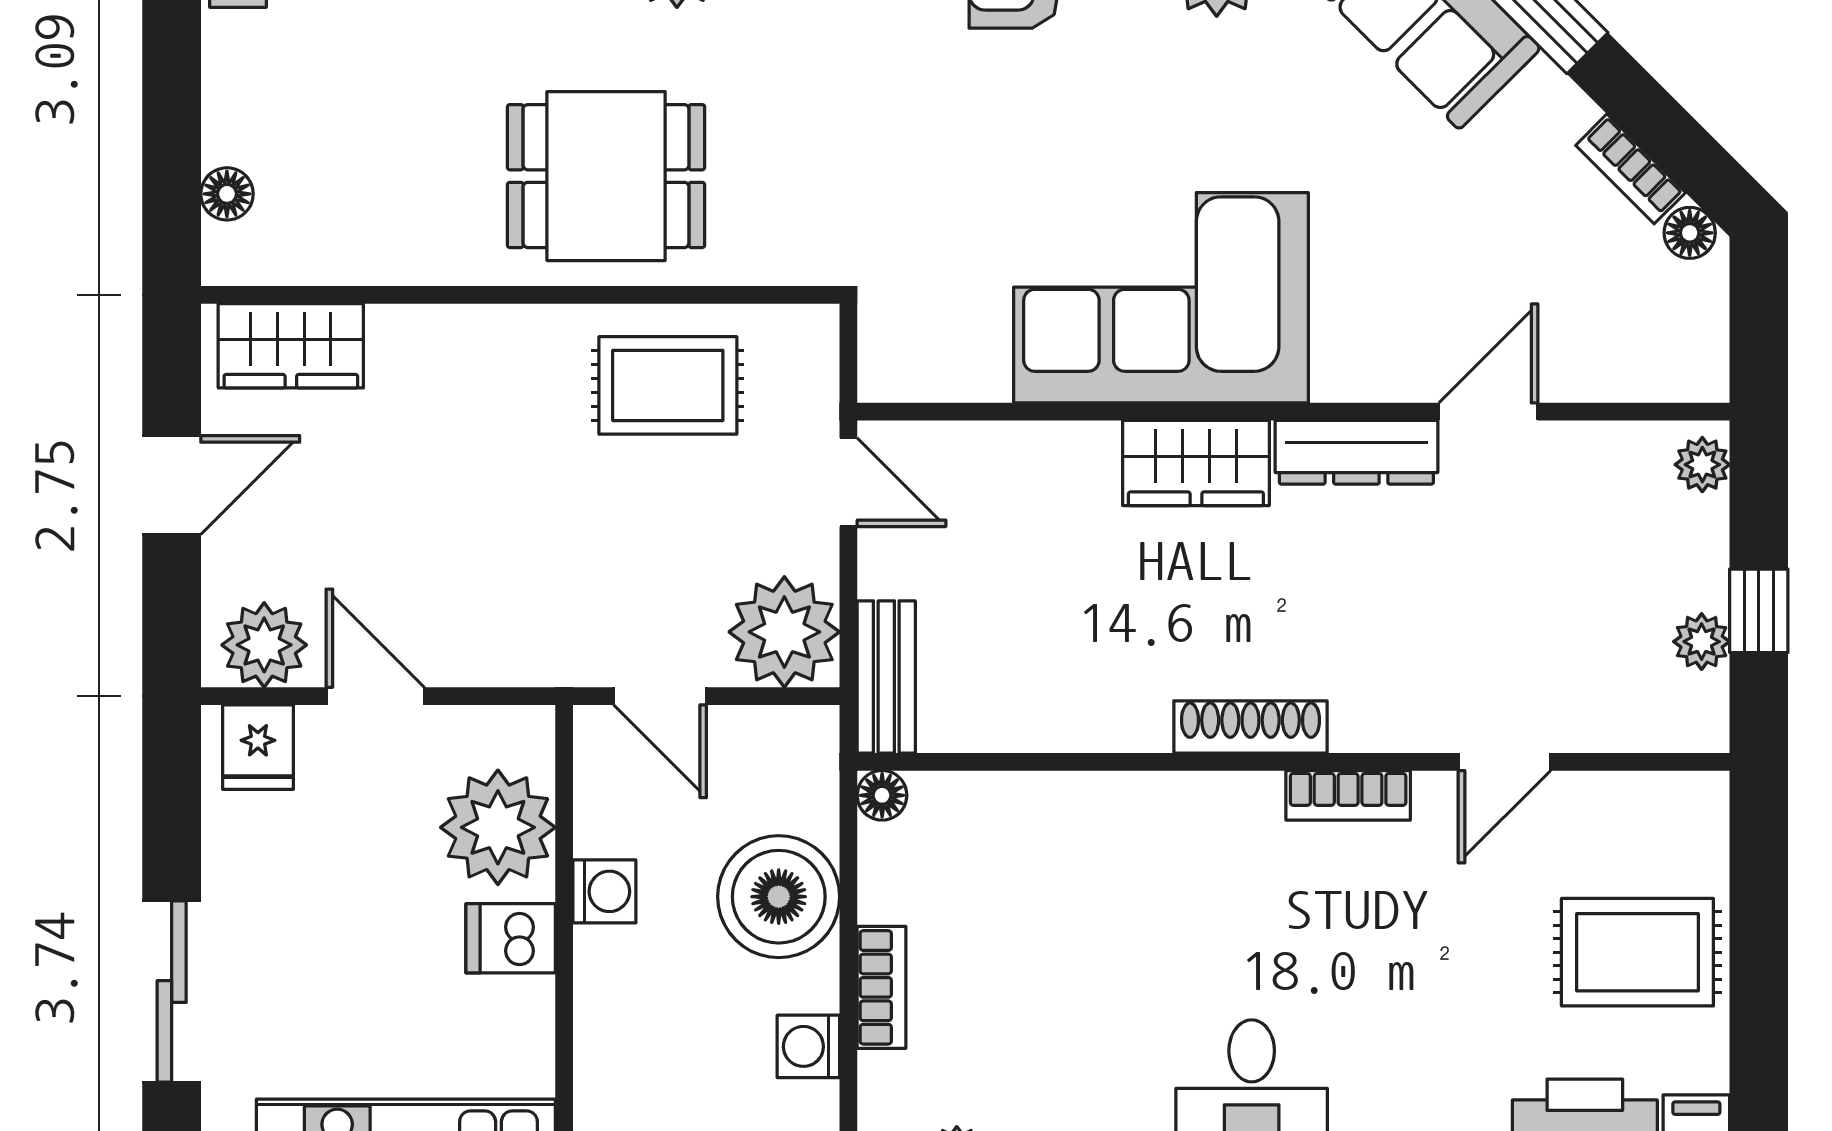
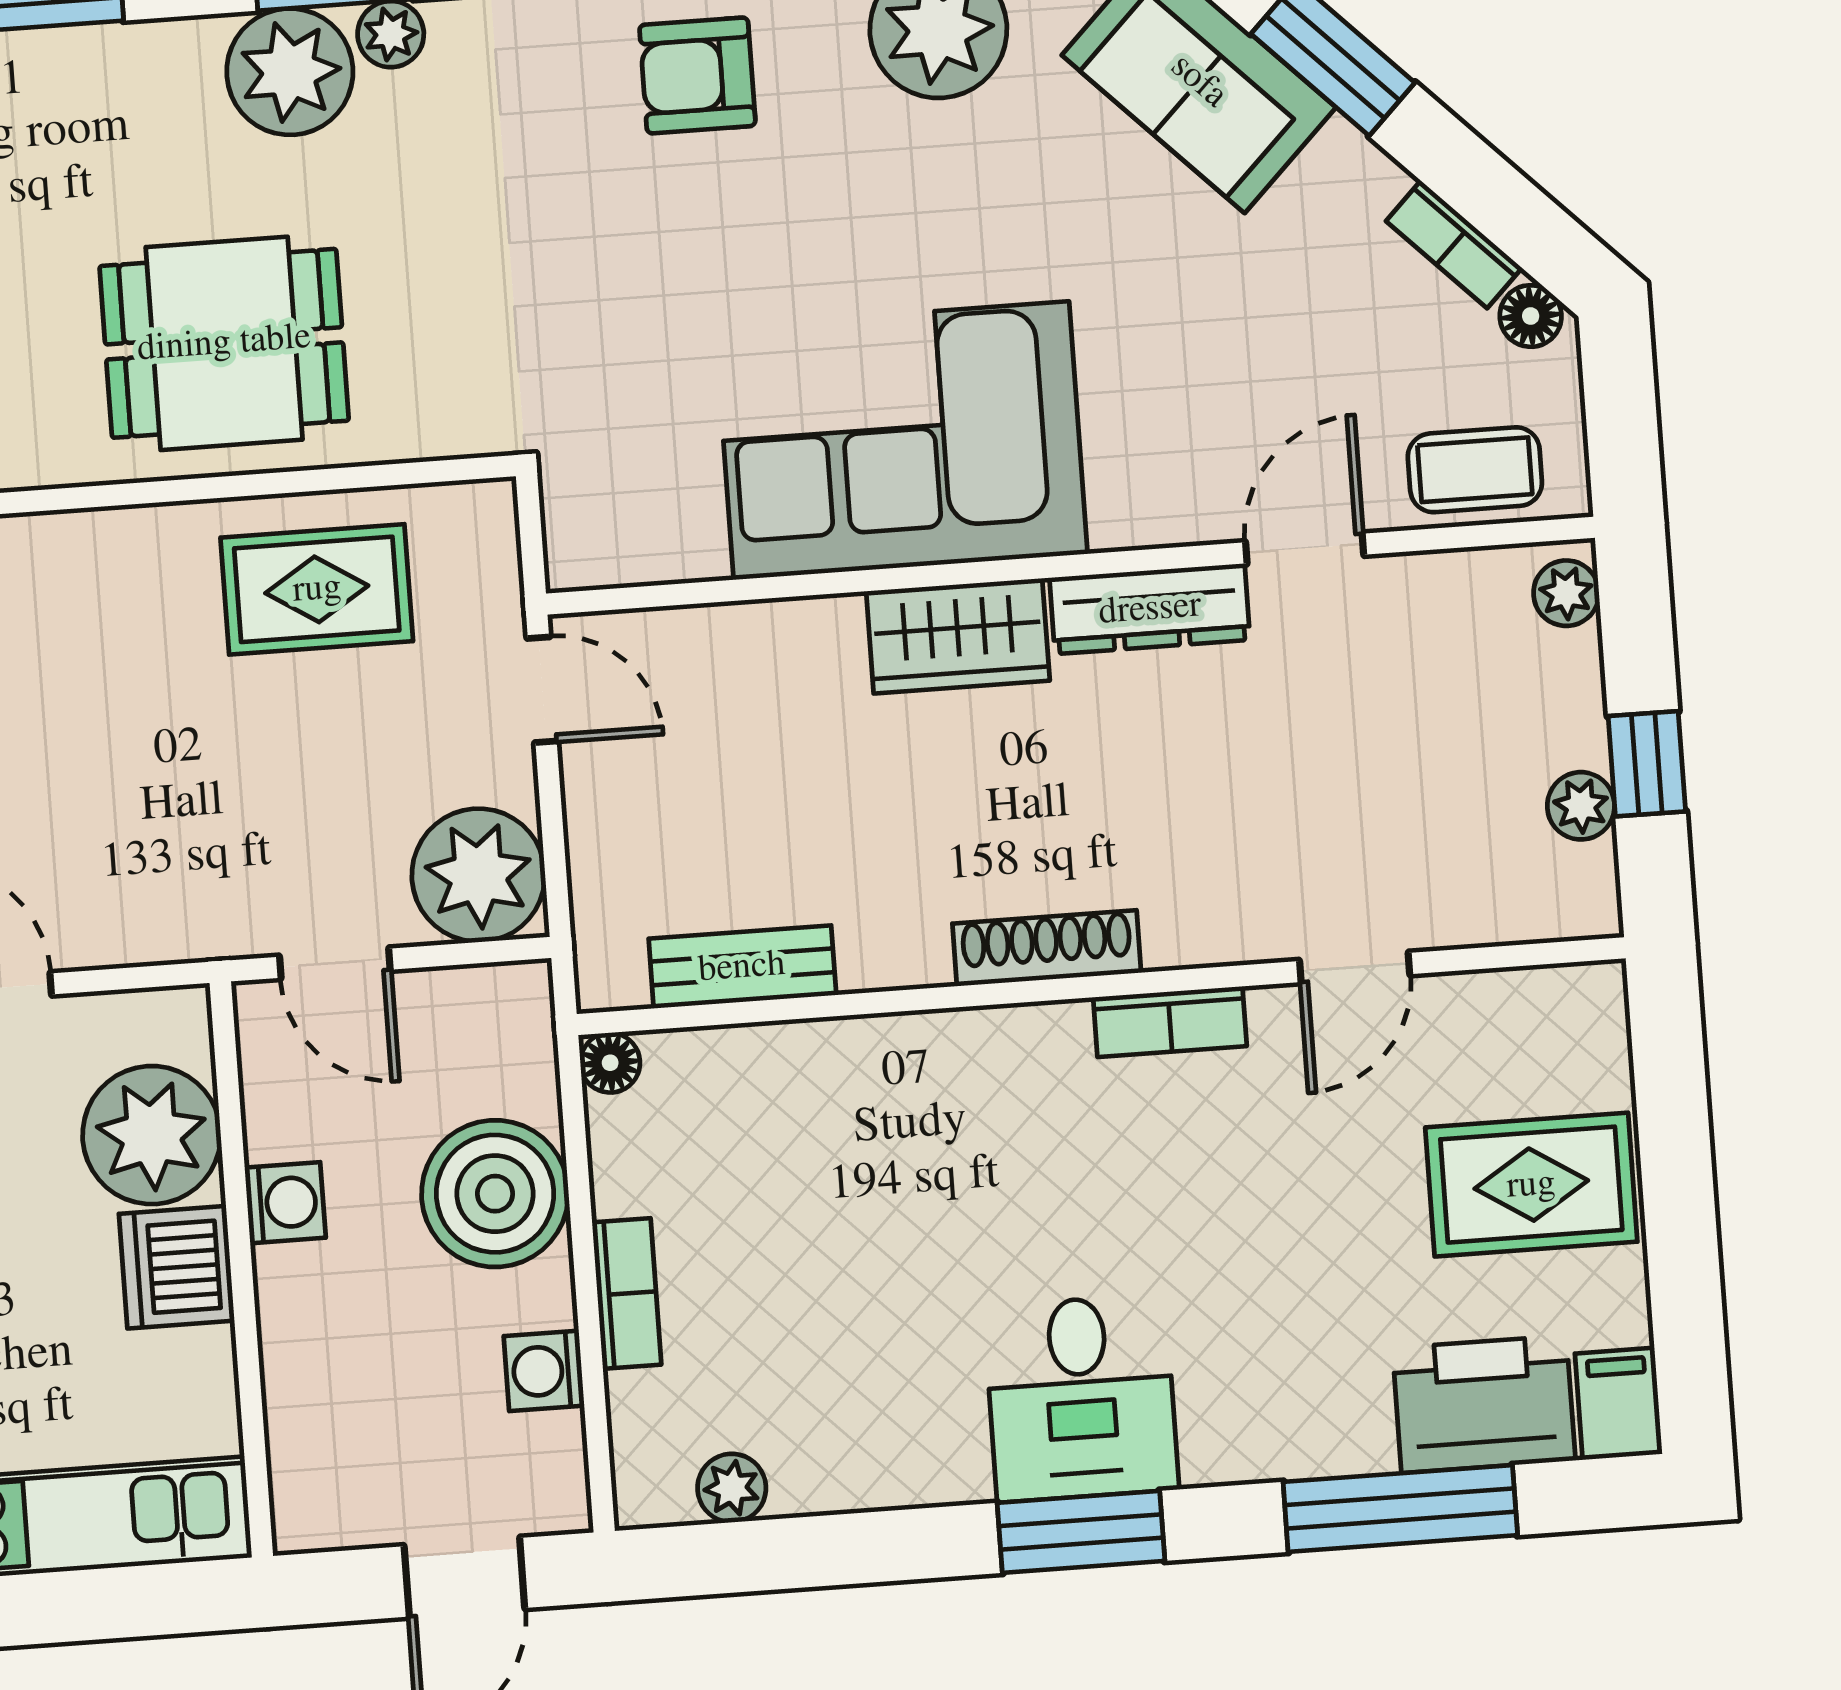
coffee table: (1634, 357) -> (1475, 470), added
bench: (886, 677) -> (742, 967), moved, turned 90
dishwasher: (511, 938) -> (177, 1267), width x1.38

